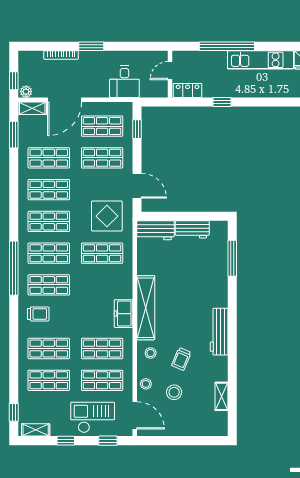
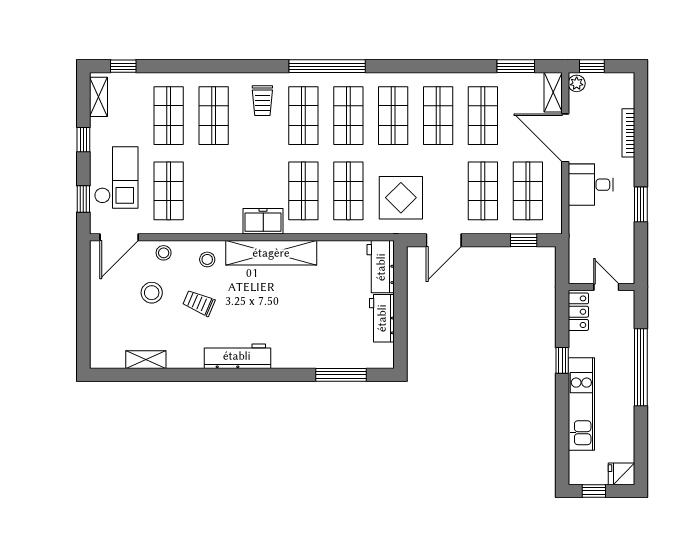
window: (91, 46) -> (641, 204), moved
kitchen unit: (260, 60) -> (581, 404), moved, turned 180
desk: (124, 82) -> (591, 185), moved
shop shelf: (102, 349) -> (303, 191), moved

